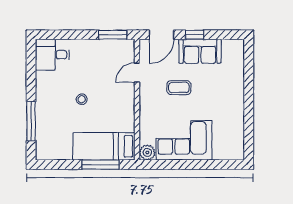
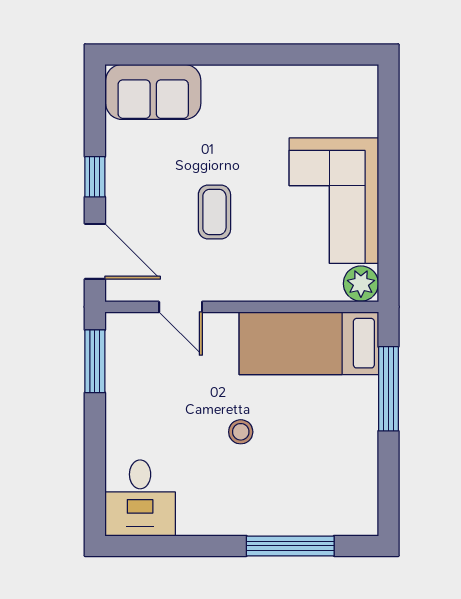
sofa: (200, 51) -> (153, 92), moved, turned 90
bed: (104, 146) -> (309, 343), moved, turned 90

